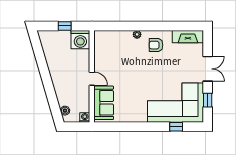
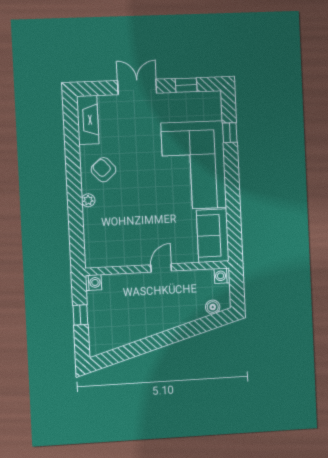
washing machine: (80, 40) -> (93, 283), width x0.53, depth x0.53
armchair: (156, 45) -> (104, 170), turned 138
sofa: (104, 103) -> (213, 236), moved, turned -90
corner sofa: (176, 103) -> (194, 165), moved

